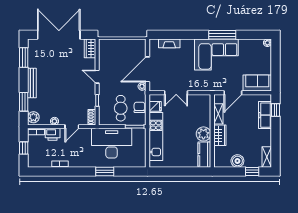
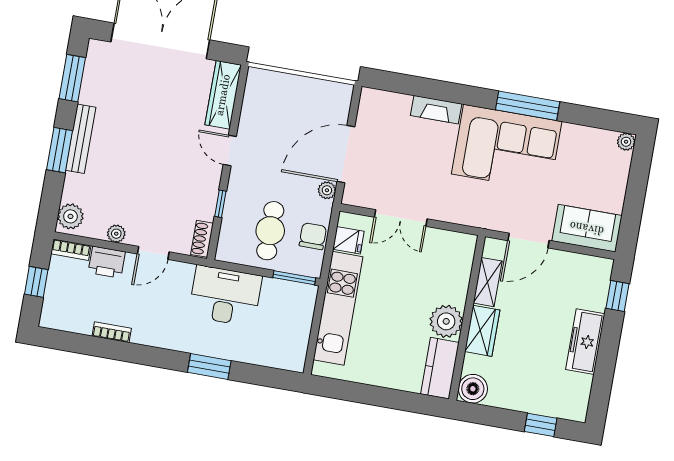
fireplace: (169, 43) -> (436, 110), moved
wardrobe: (90, 48) -> (223, 95), width x1.50
window: (24, 102) -> (60, 150), moved
freezer: (265, 115) -> (585, 342), moved
desk: (112, 143) -> (225, 296), width x0.73, depth x0.77
shelving: (267, 157) -> (579, 398), removed
boiler: (237, 161) -> (473, 389), moved

